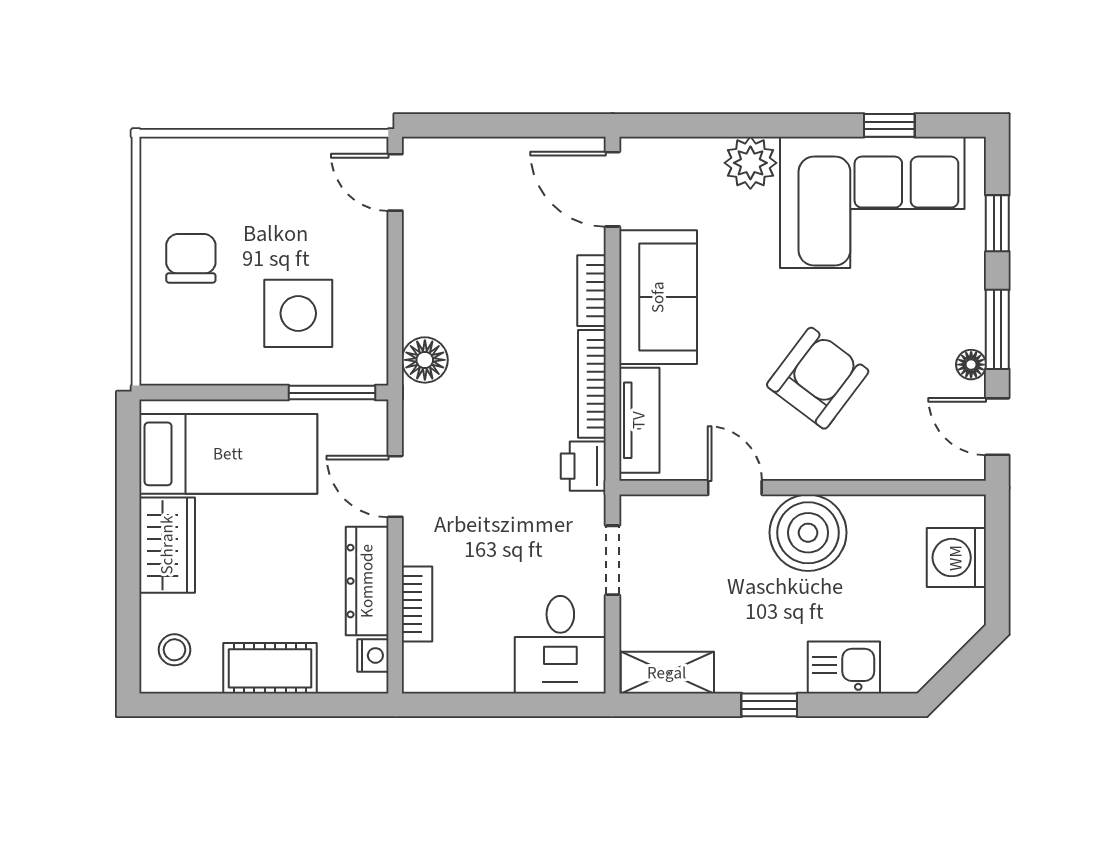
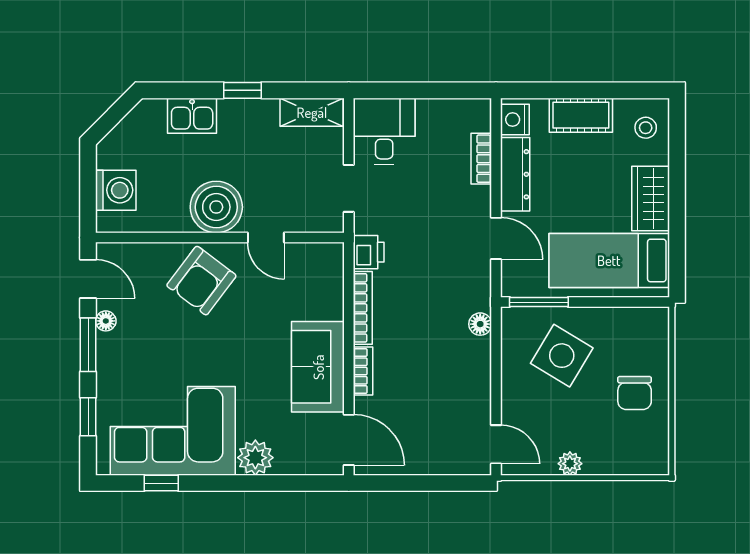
plant: (286, 154) -> (570, 464), added
side table: (298, 313) -> (562, 356), turned 31
floor lamp: (425, 360) -> (480, 324), width x0.73, depth x0.73
armchair: (818, 378) -> (201, 281), moved
tv unit: (639, 420) -> (331, 283), removed
nightstand: (373, 655) -> (515, 120), width x1.39, depth x1.35

